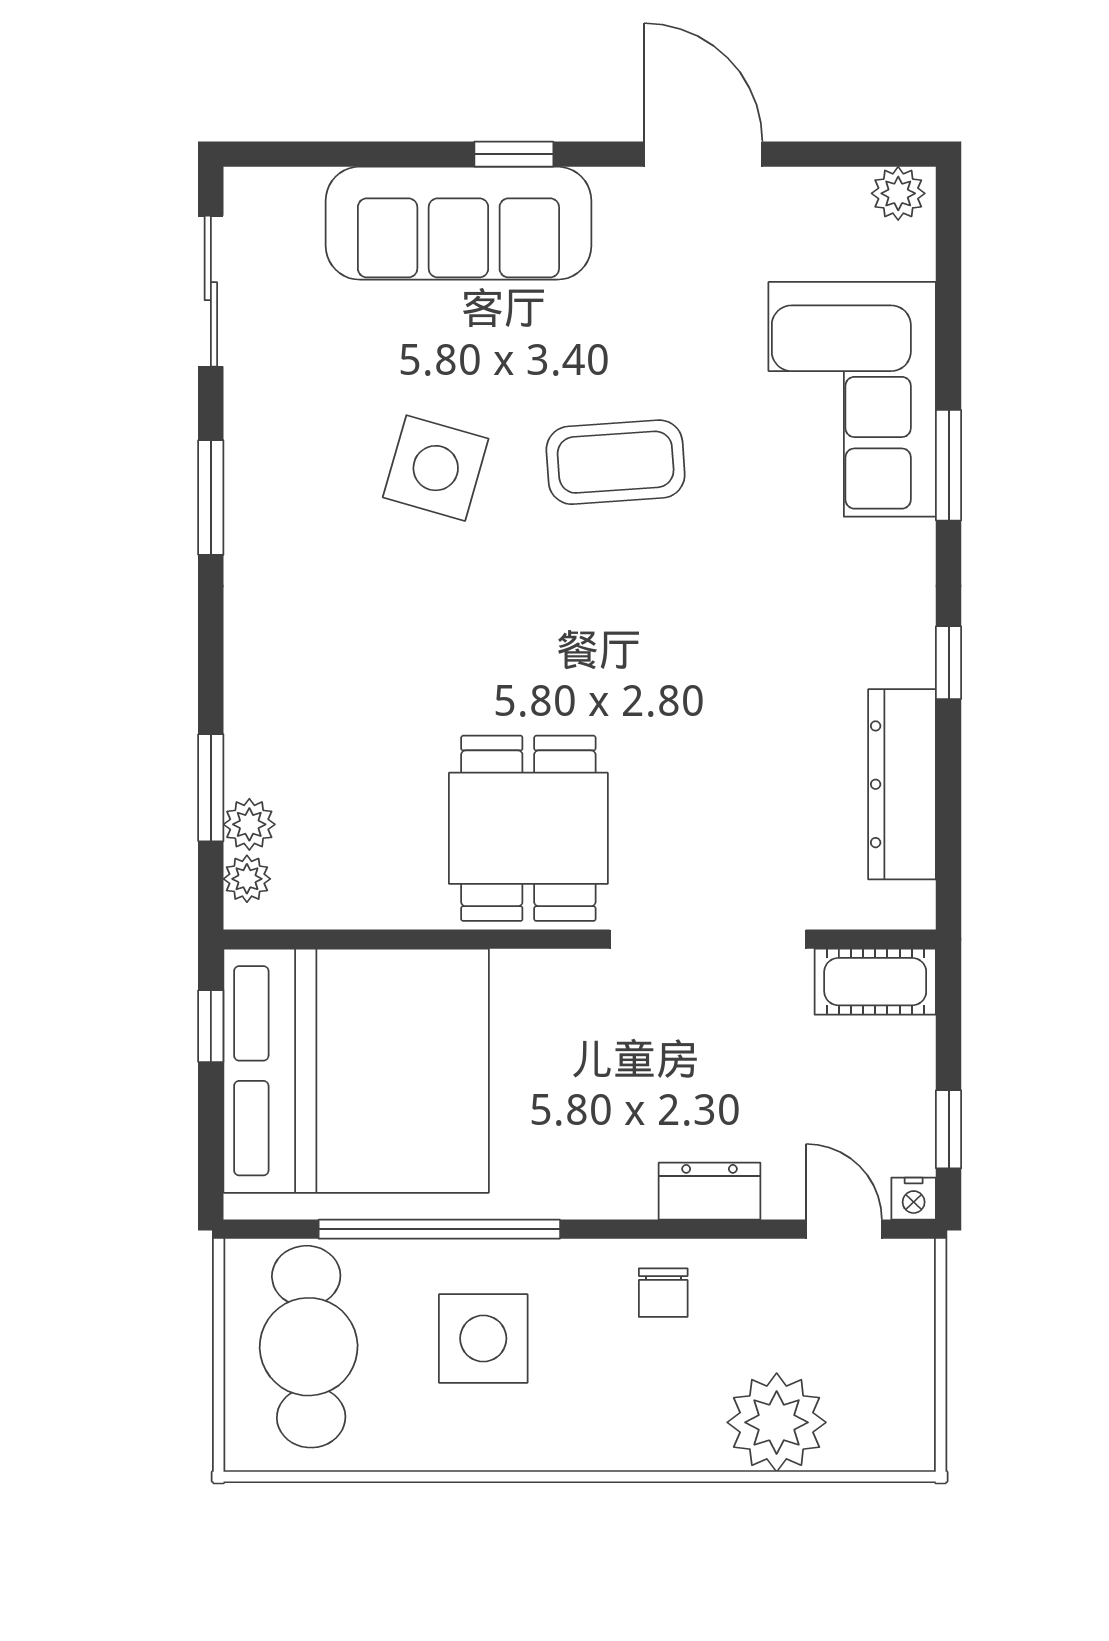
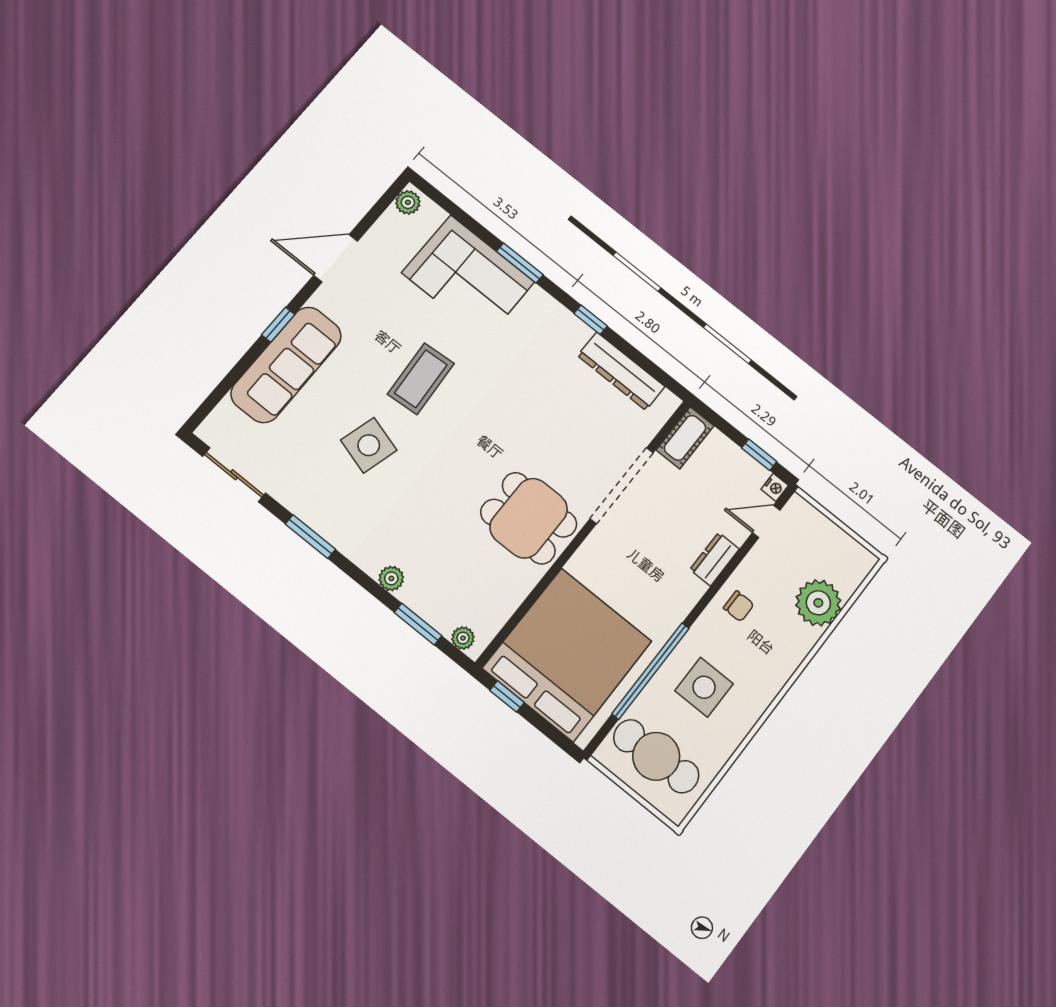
plant: (249, 824) -> (391, 578), moved

